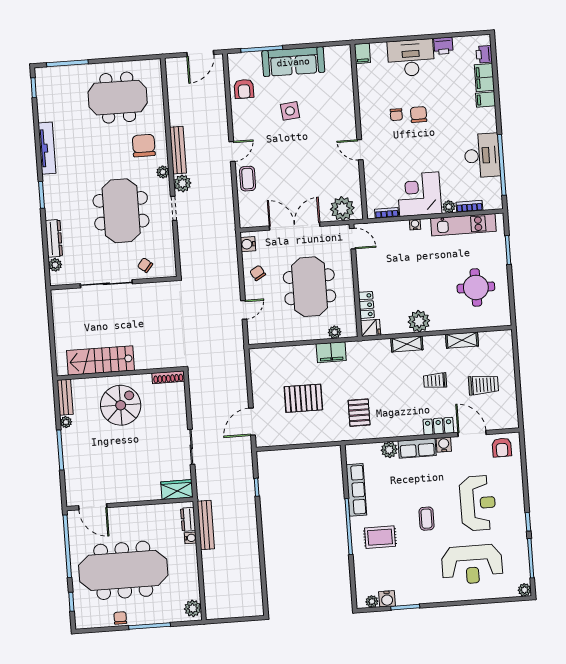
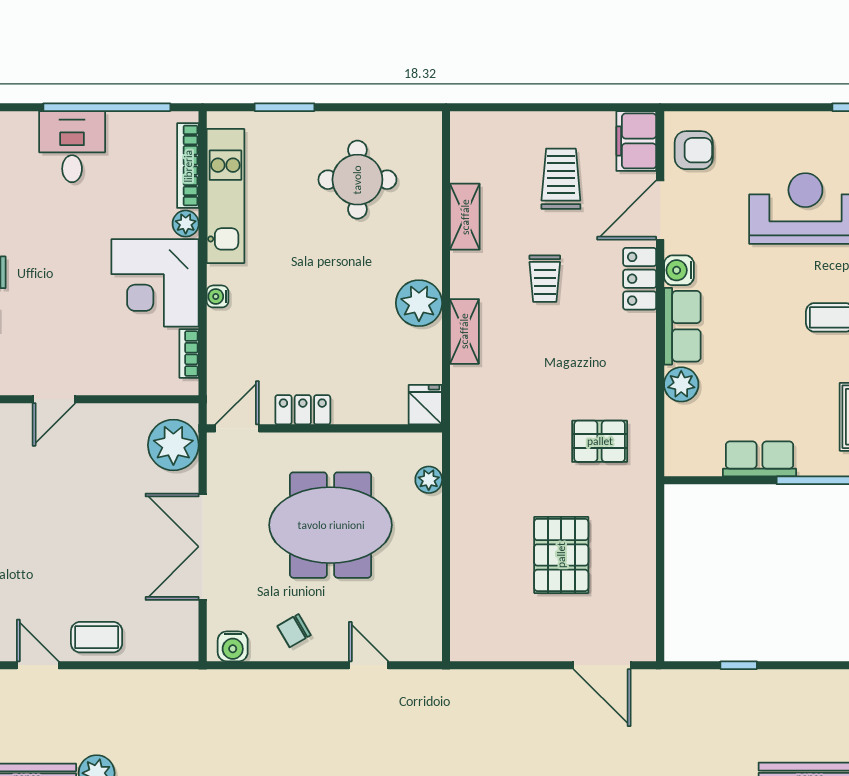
desk: (482, 155) -> (72, 147), width x0.73
bookcase: (469, 206) -> (188, 166), width x1.56
locker: (366, 305) -> (303, 410), moved
filing cabinet: (331, 352) -> (636, 141), moved, turned 180
row of seats: (356, 490) -> (760, 459), width x0.68

